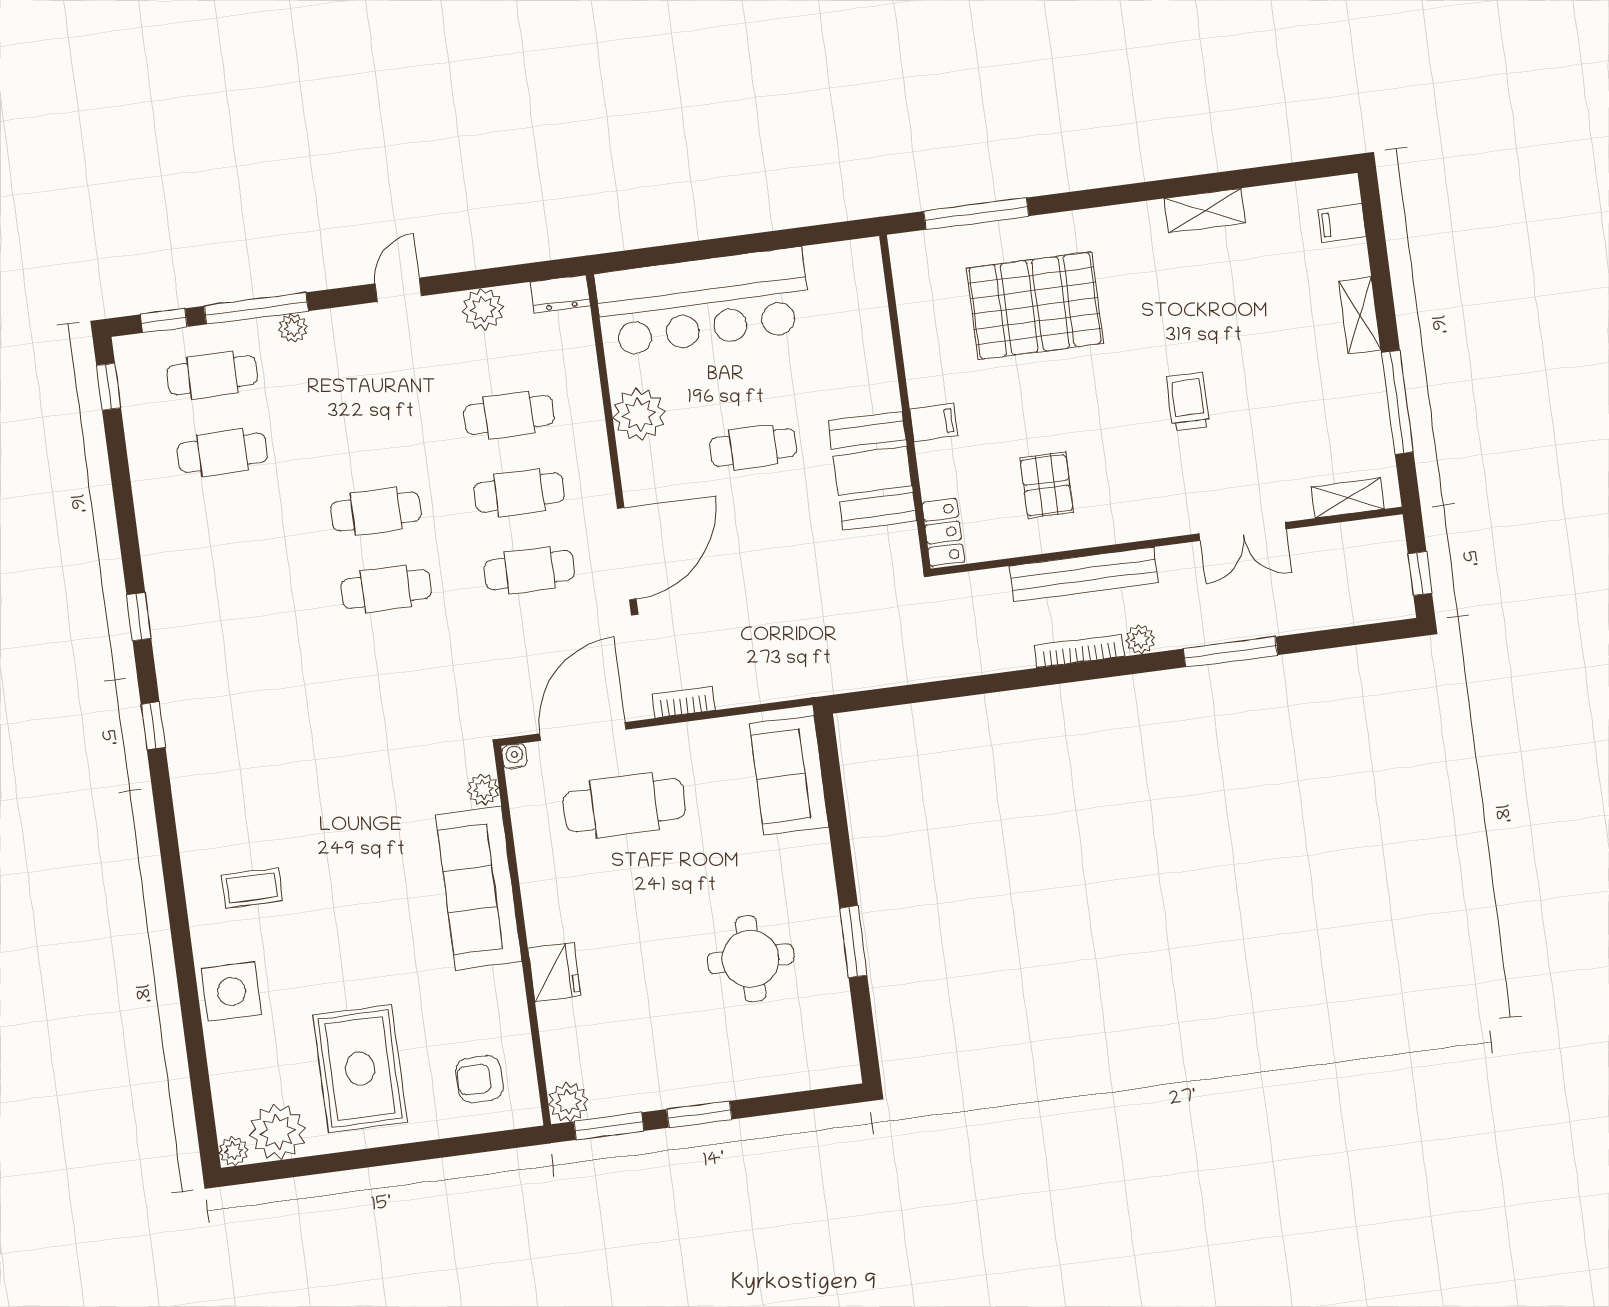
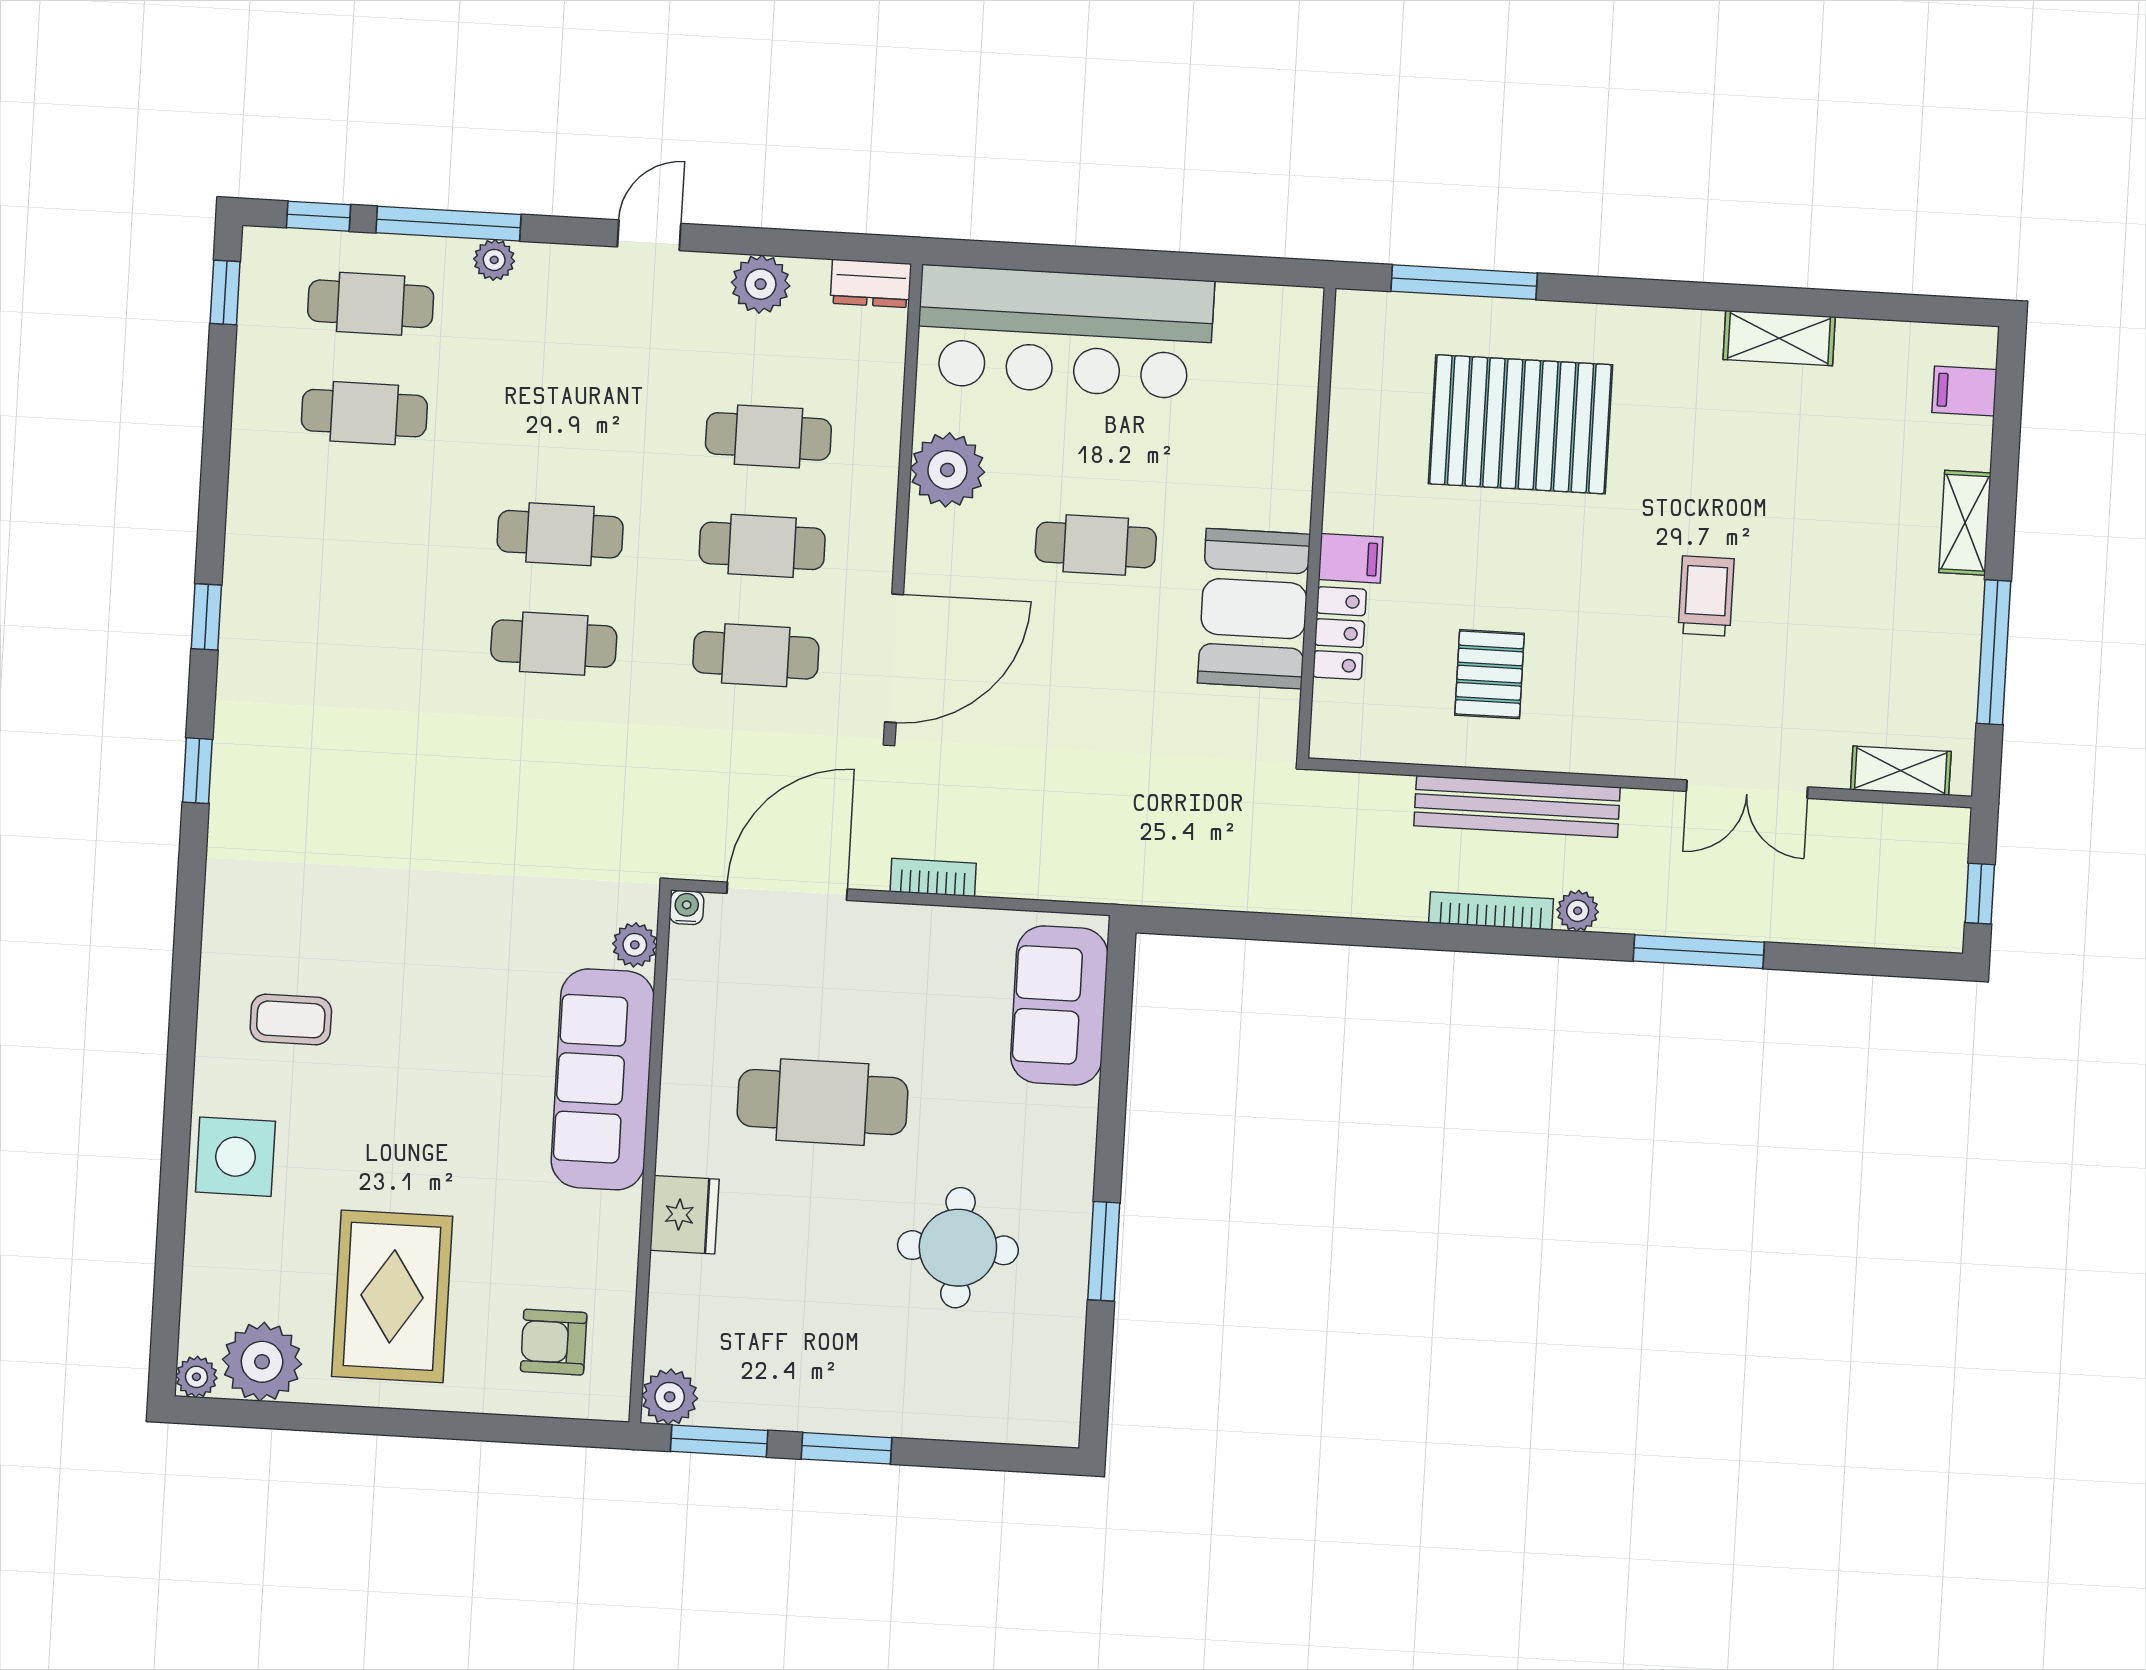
locker: (943, 532) -> (1340, 633), moved
cafe table: (624, 805) -> (822, 1102), moved

